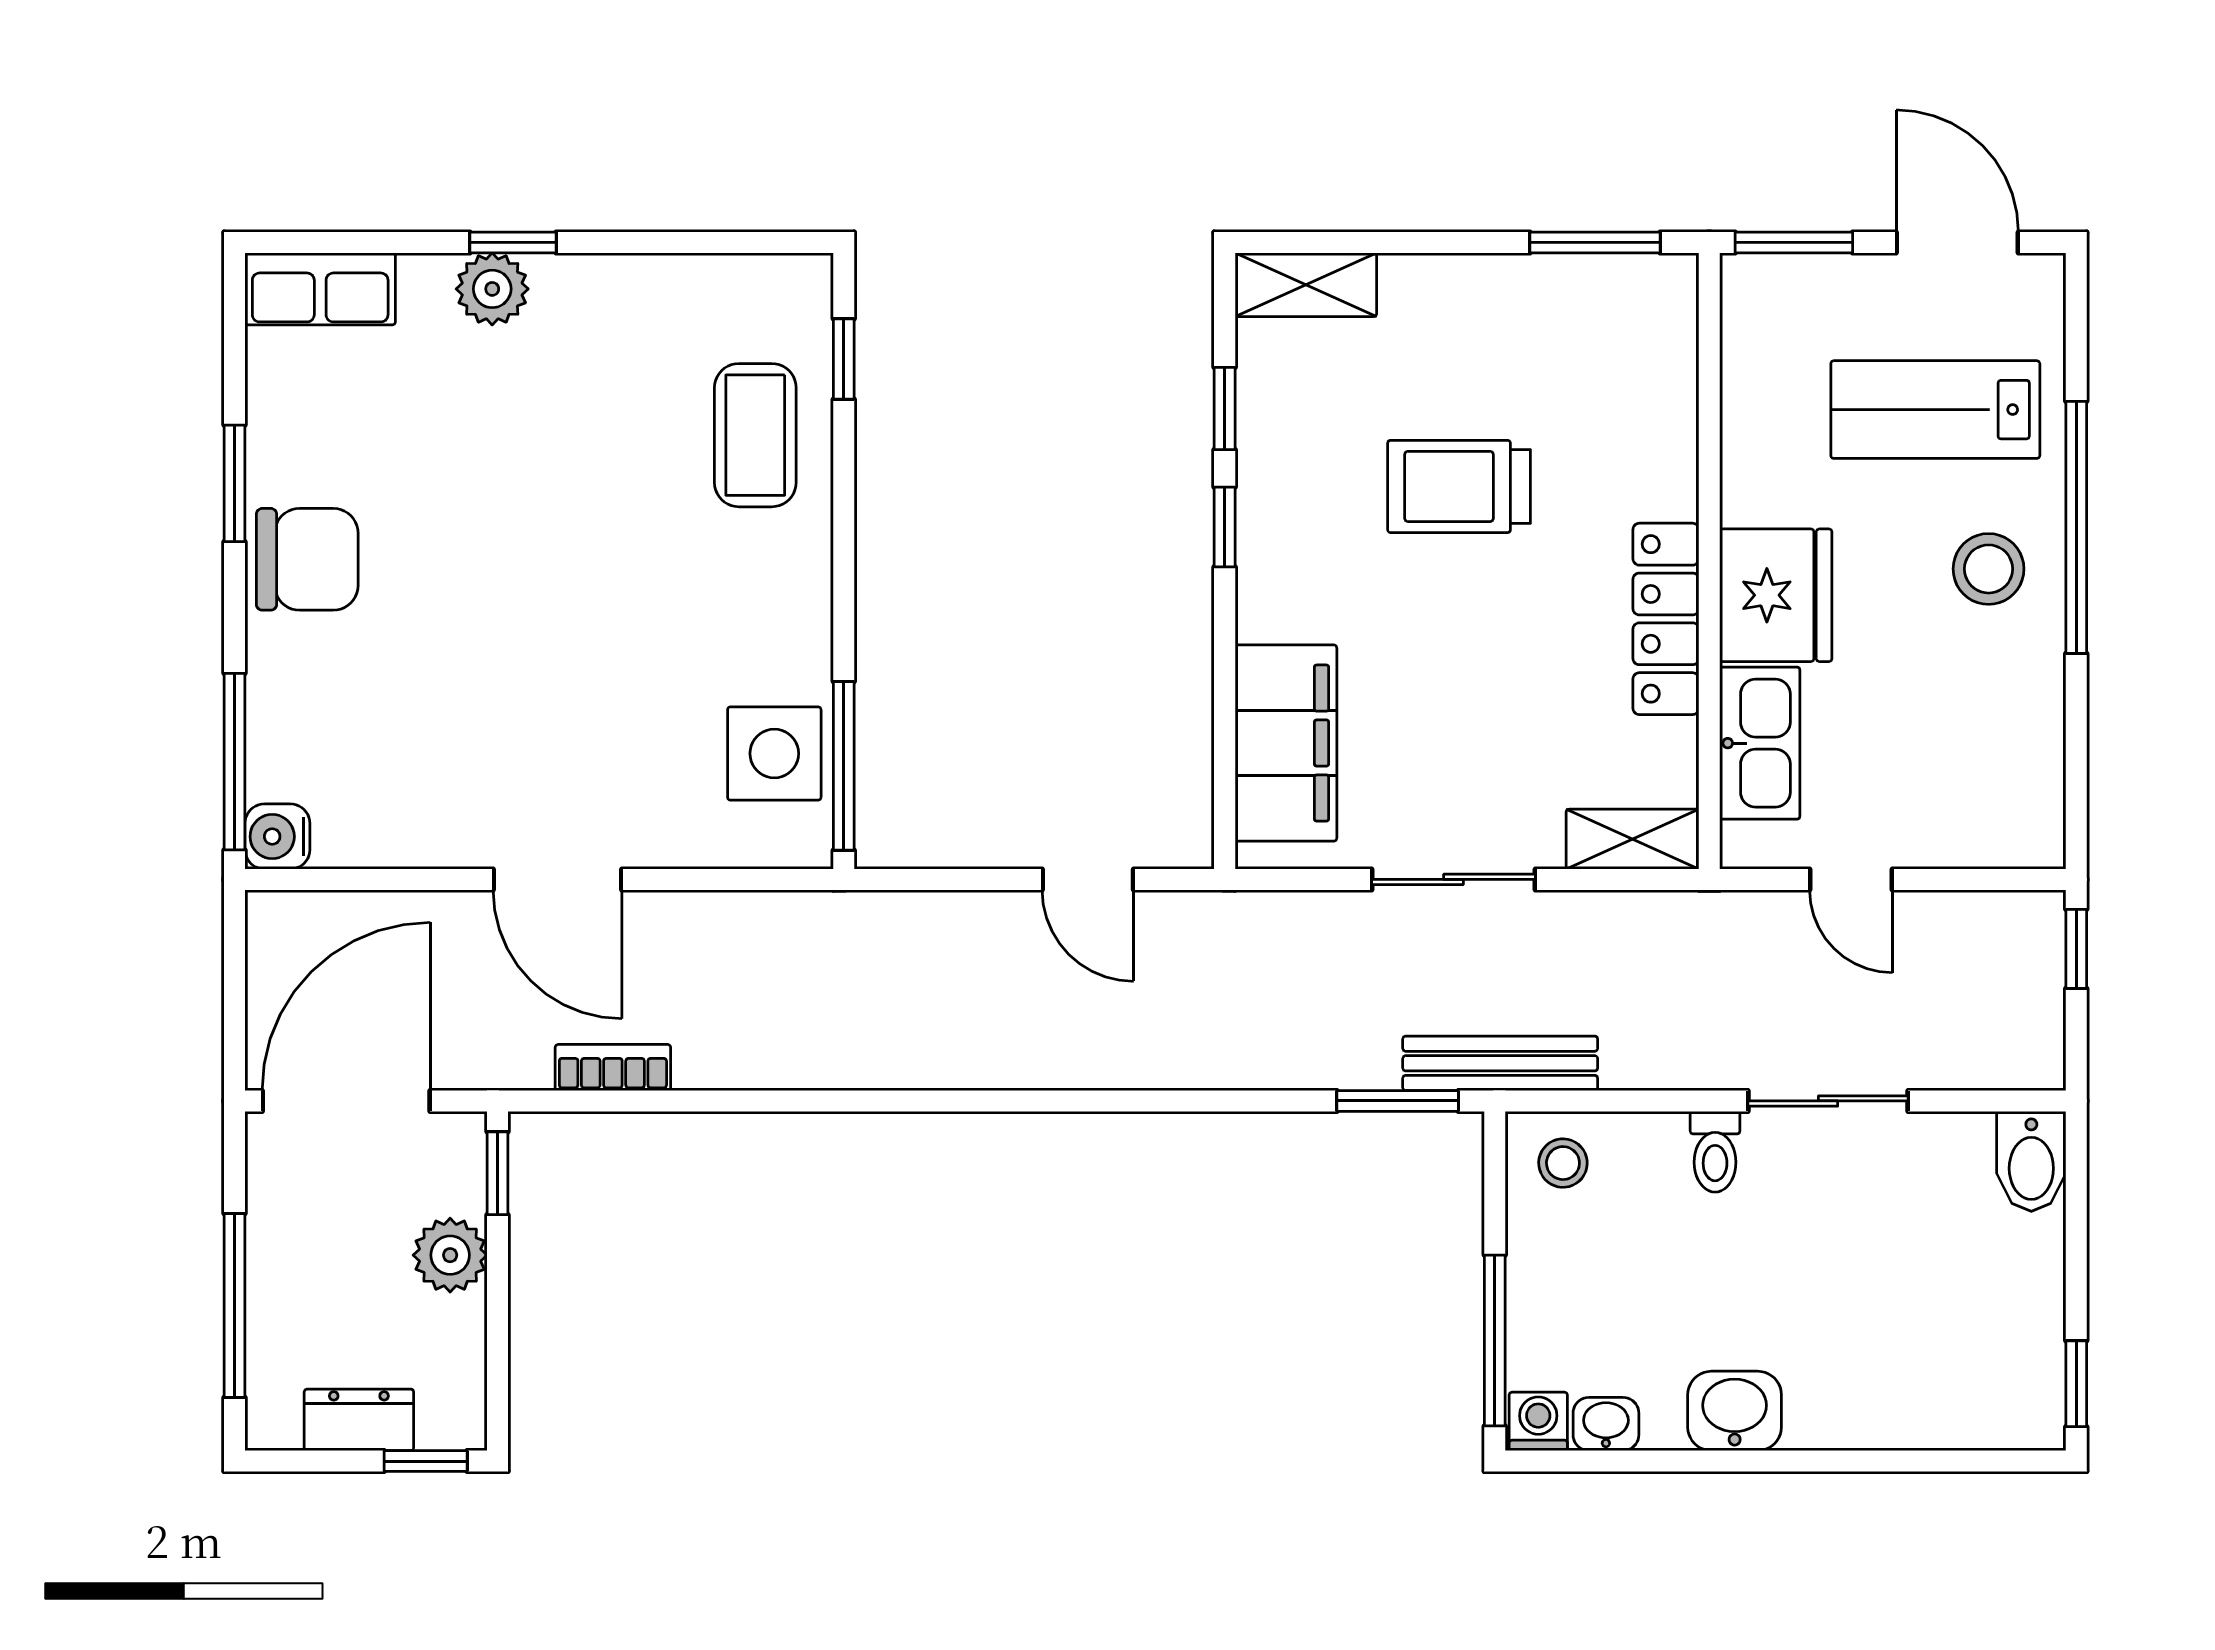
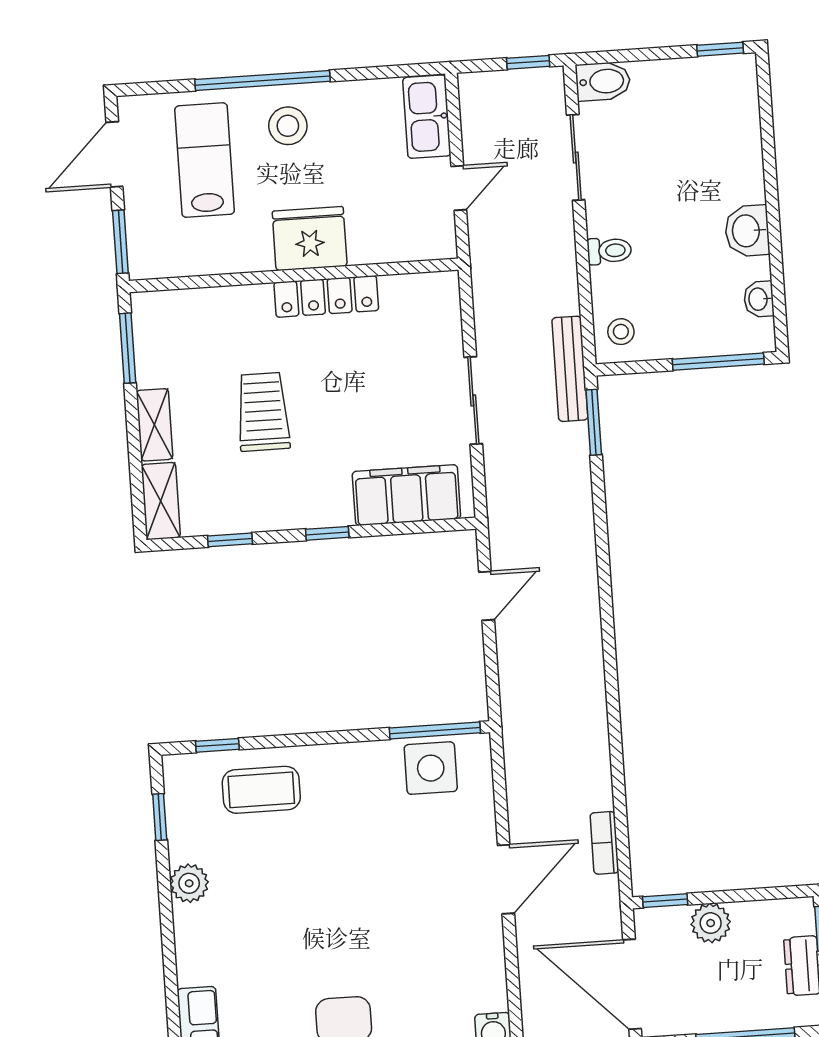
window: (513, 242) -> (160, 817), moved
plant: (492, 289) -> (189, 883), moved
lab bench: (1935, 410) -> (205, 160), turned 180
trolley: (1459, 486) -> (263, 412), turned 180
window: (1225, 527) -> (327, 533), moved
kitchen sink: (1760, 743) -> (427, 117), moved, turned -90
shelving: (1632, 839) -> (155, 425), moved
window: (2076, 949) -> (528, 62), moved
sliding door: (1828, 1101) -> (576, 157), moved
washing machine: (1538, 1421) -> (760, 335), removed

